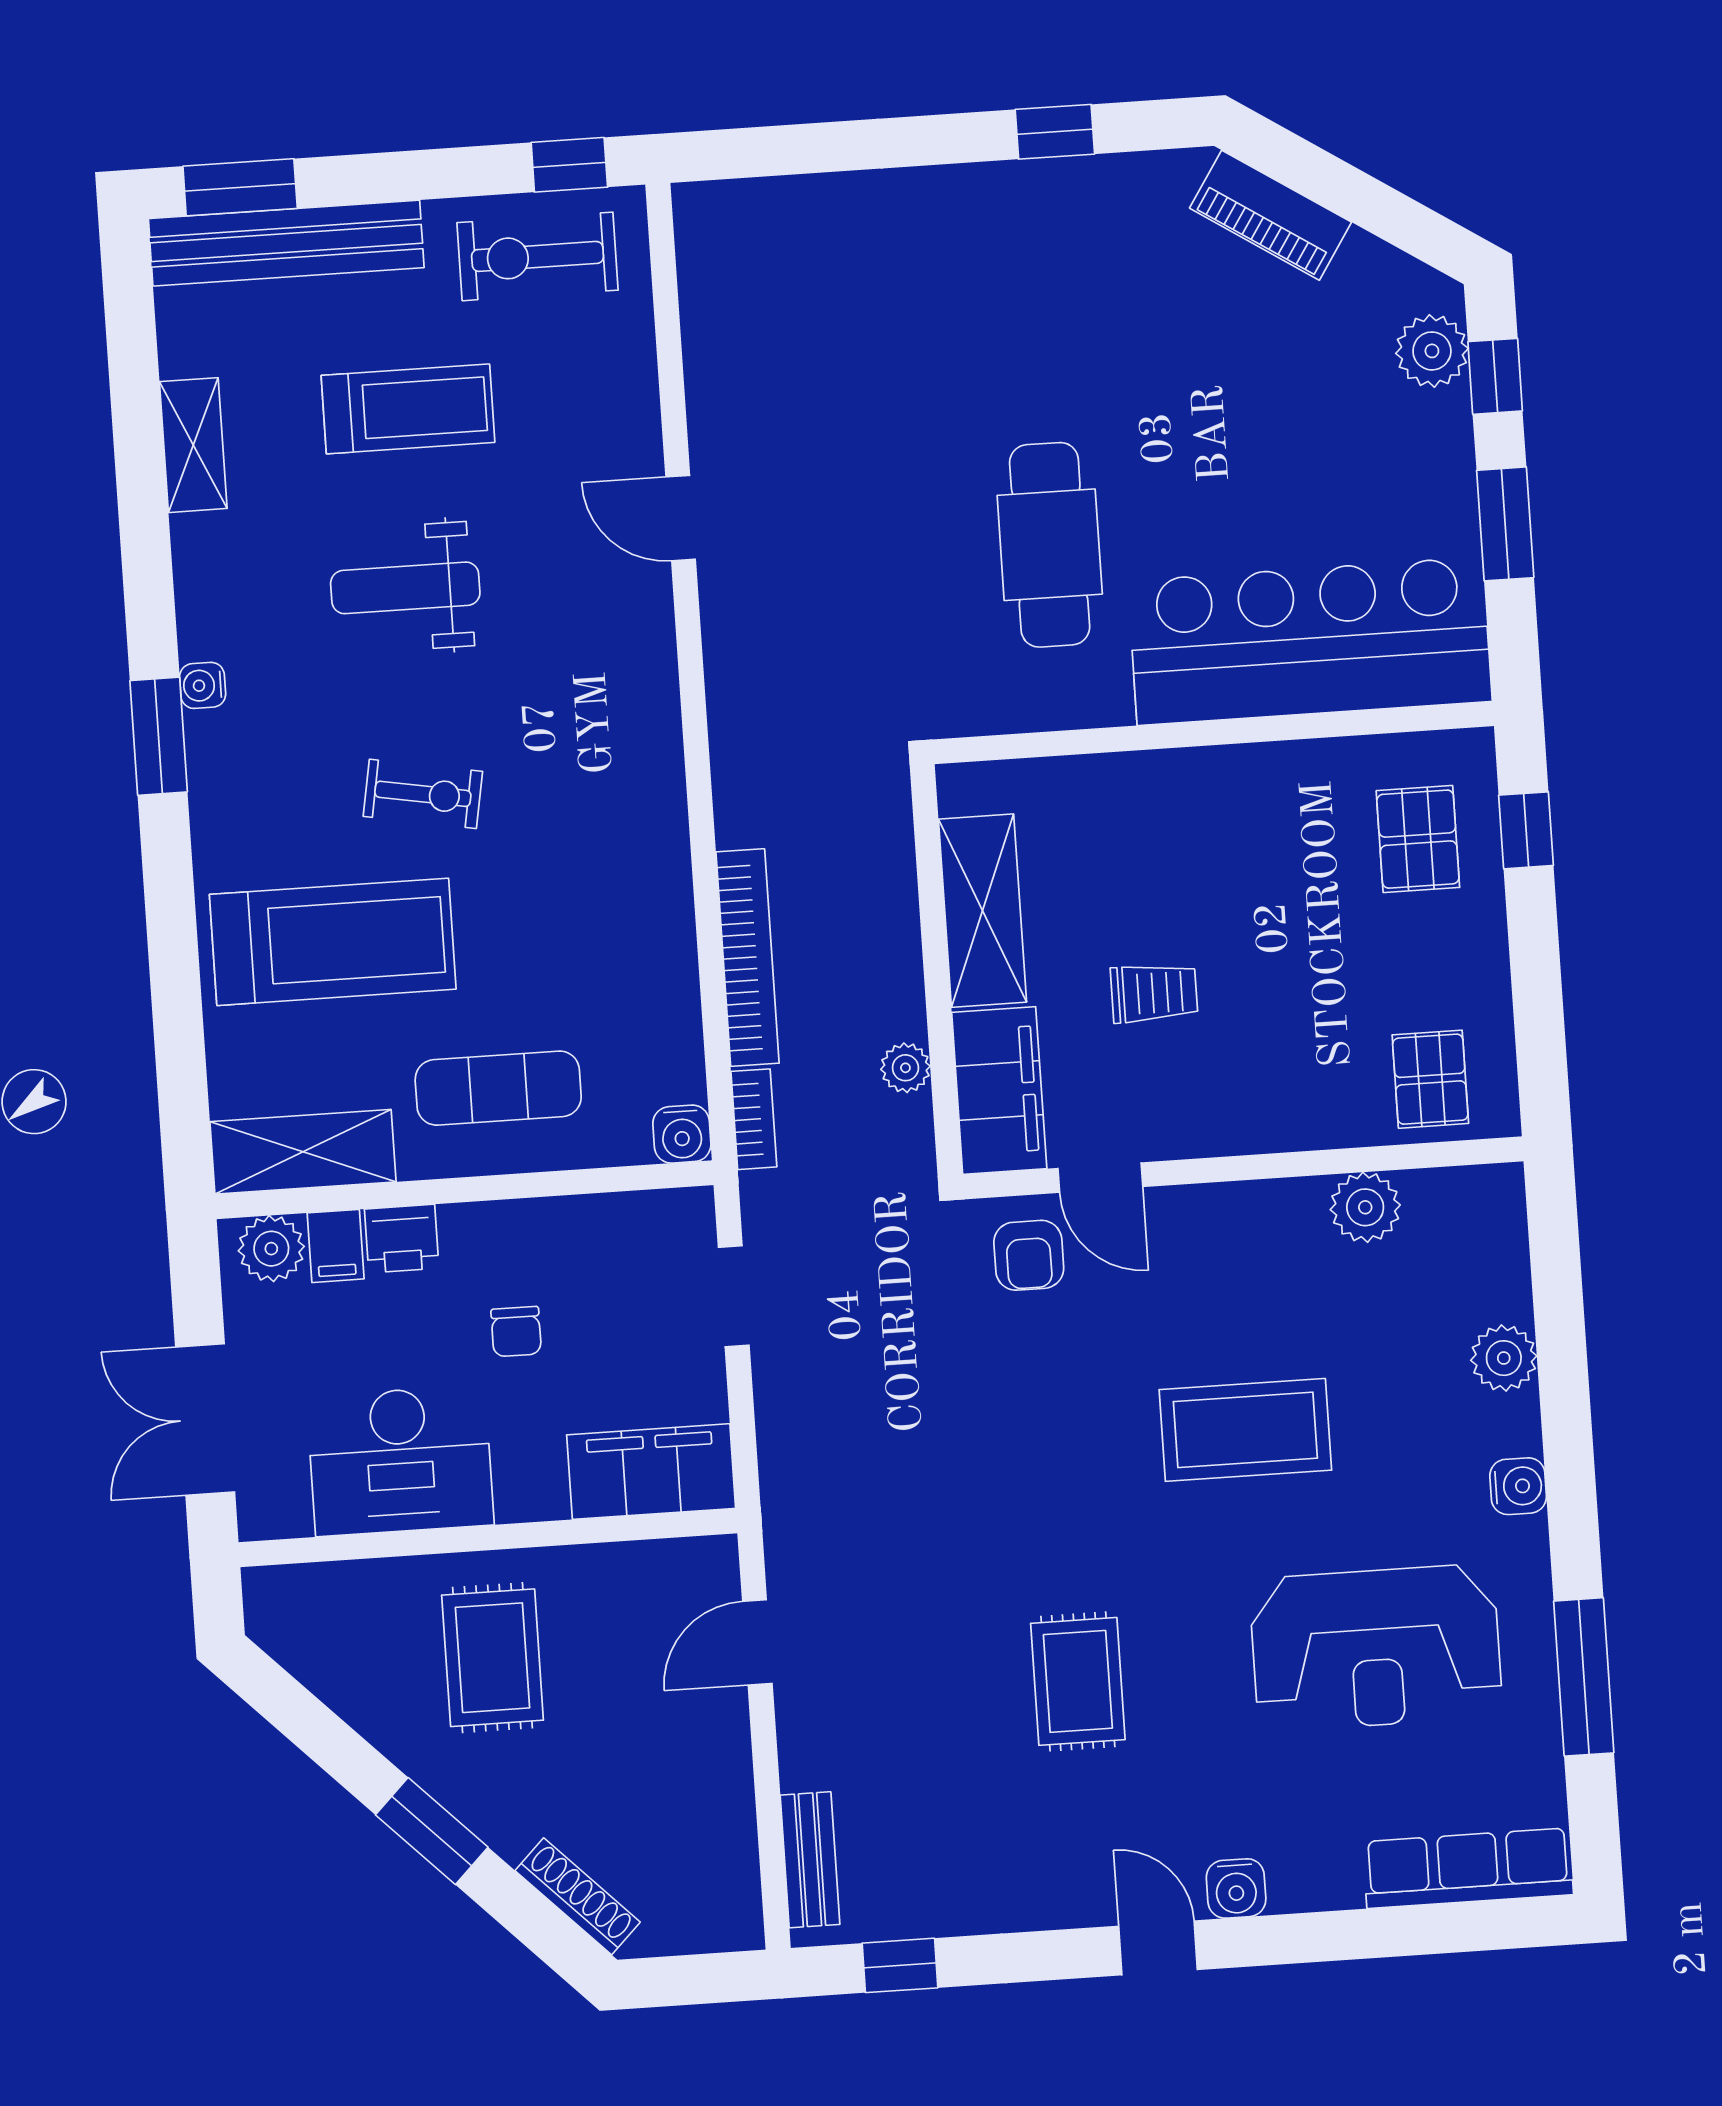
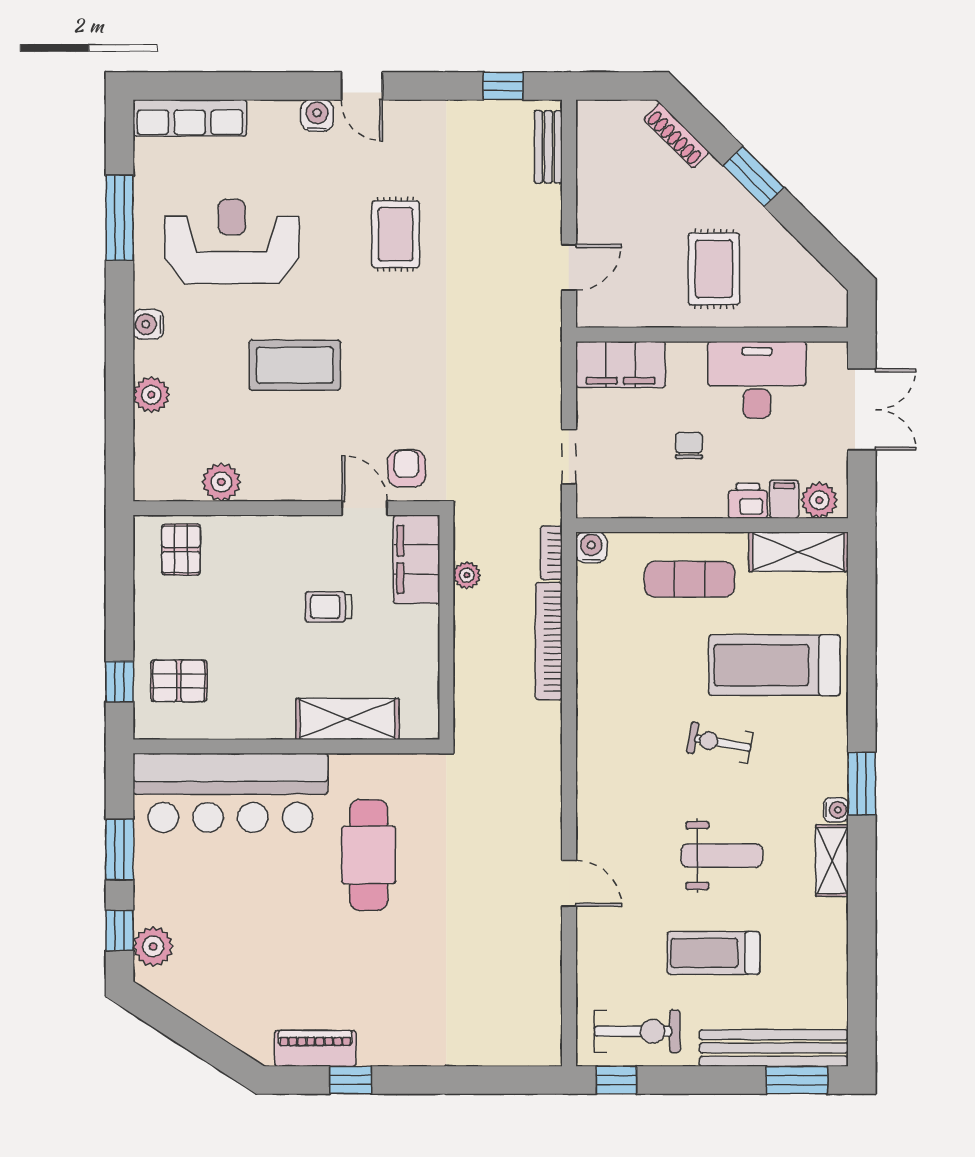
piano: (1271, 215) -> (315, 1048), moved, turned -33
shelving: (193, 445) -> (832, 861), moved
pallet: (1418, 839) -> (179, 681), turned 90
shelving: (982, 911) -> (347, 719), moved, turned 90

